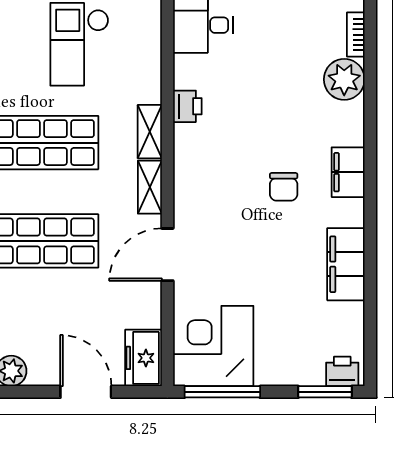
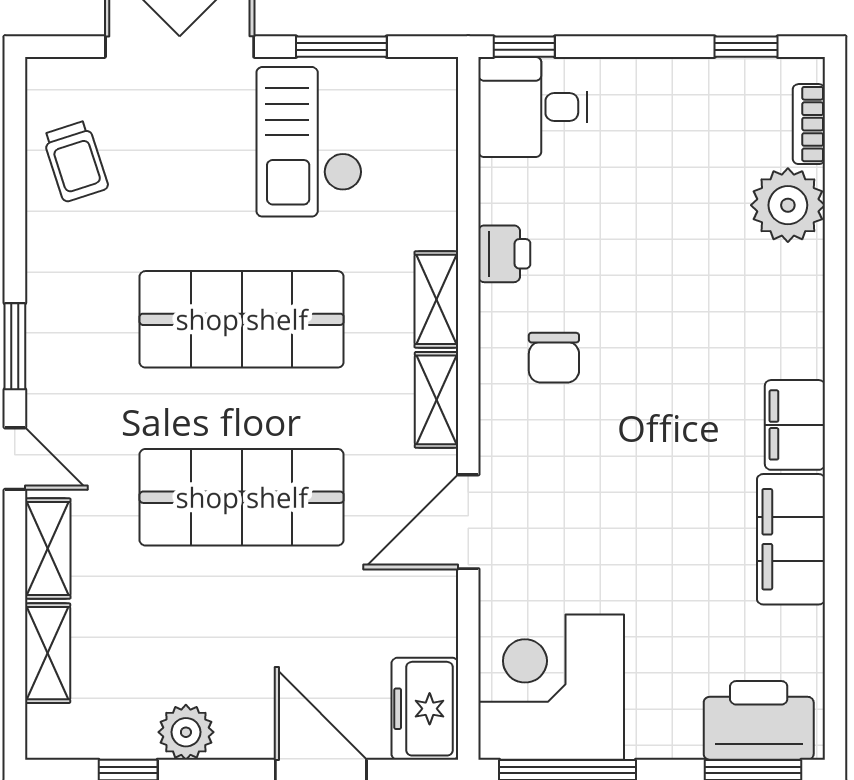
filing cabinet: (348, 172) -> (795, 425), moved
chair: (284, 187) -> (554, 358), moved
printer: (342, 371) -> (759, 720), width x1.87, depth x1.48

